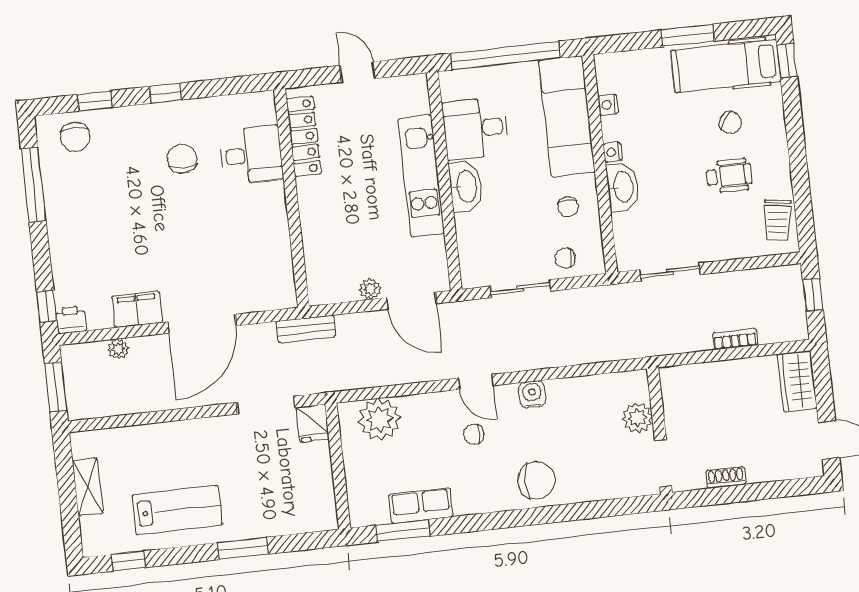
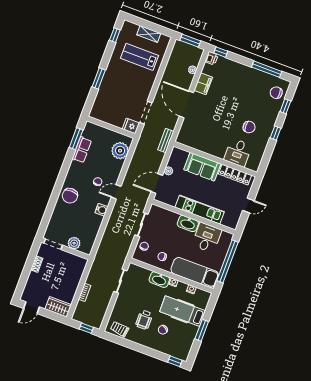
hospital bed: (726, 66) -> (183, 311), moved, turned -90
sofa: (323, 218) -> (202, 167), added
lab bench: (177, 510) -> (139, 57), moved, turned 90

